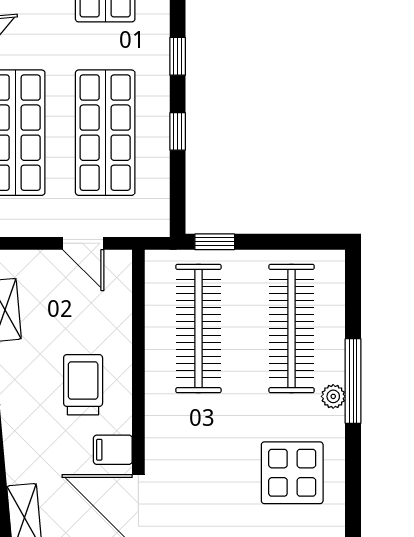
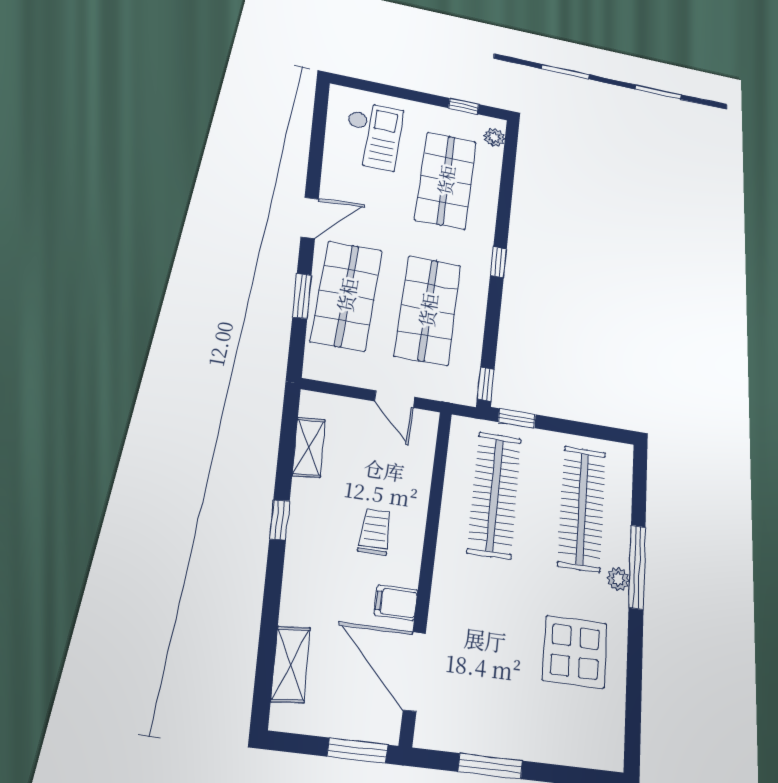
window: (178, 131) -> (486, 384), moved
trolley: (83, 385) -> (375, 532), width x0.73, depth x0.72

